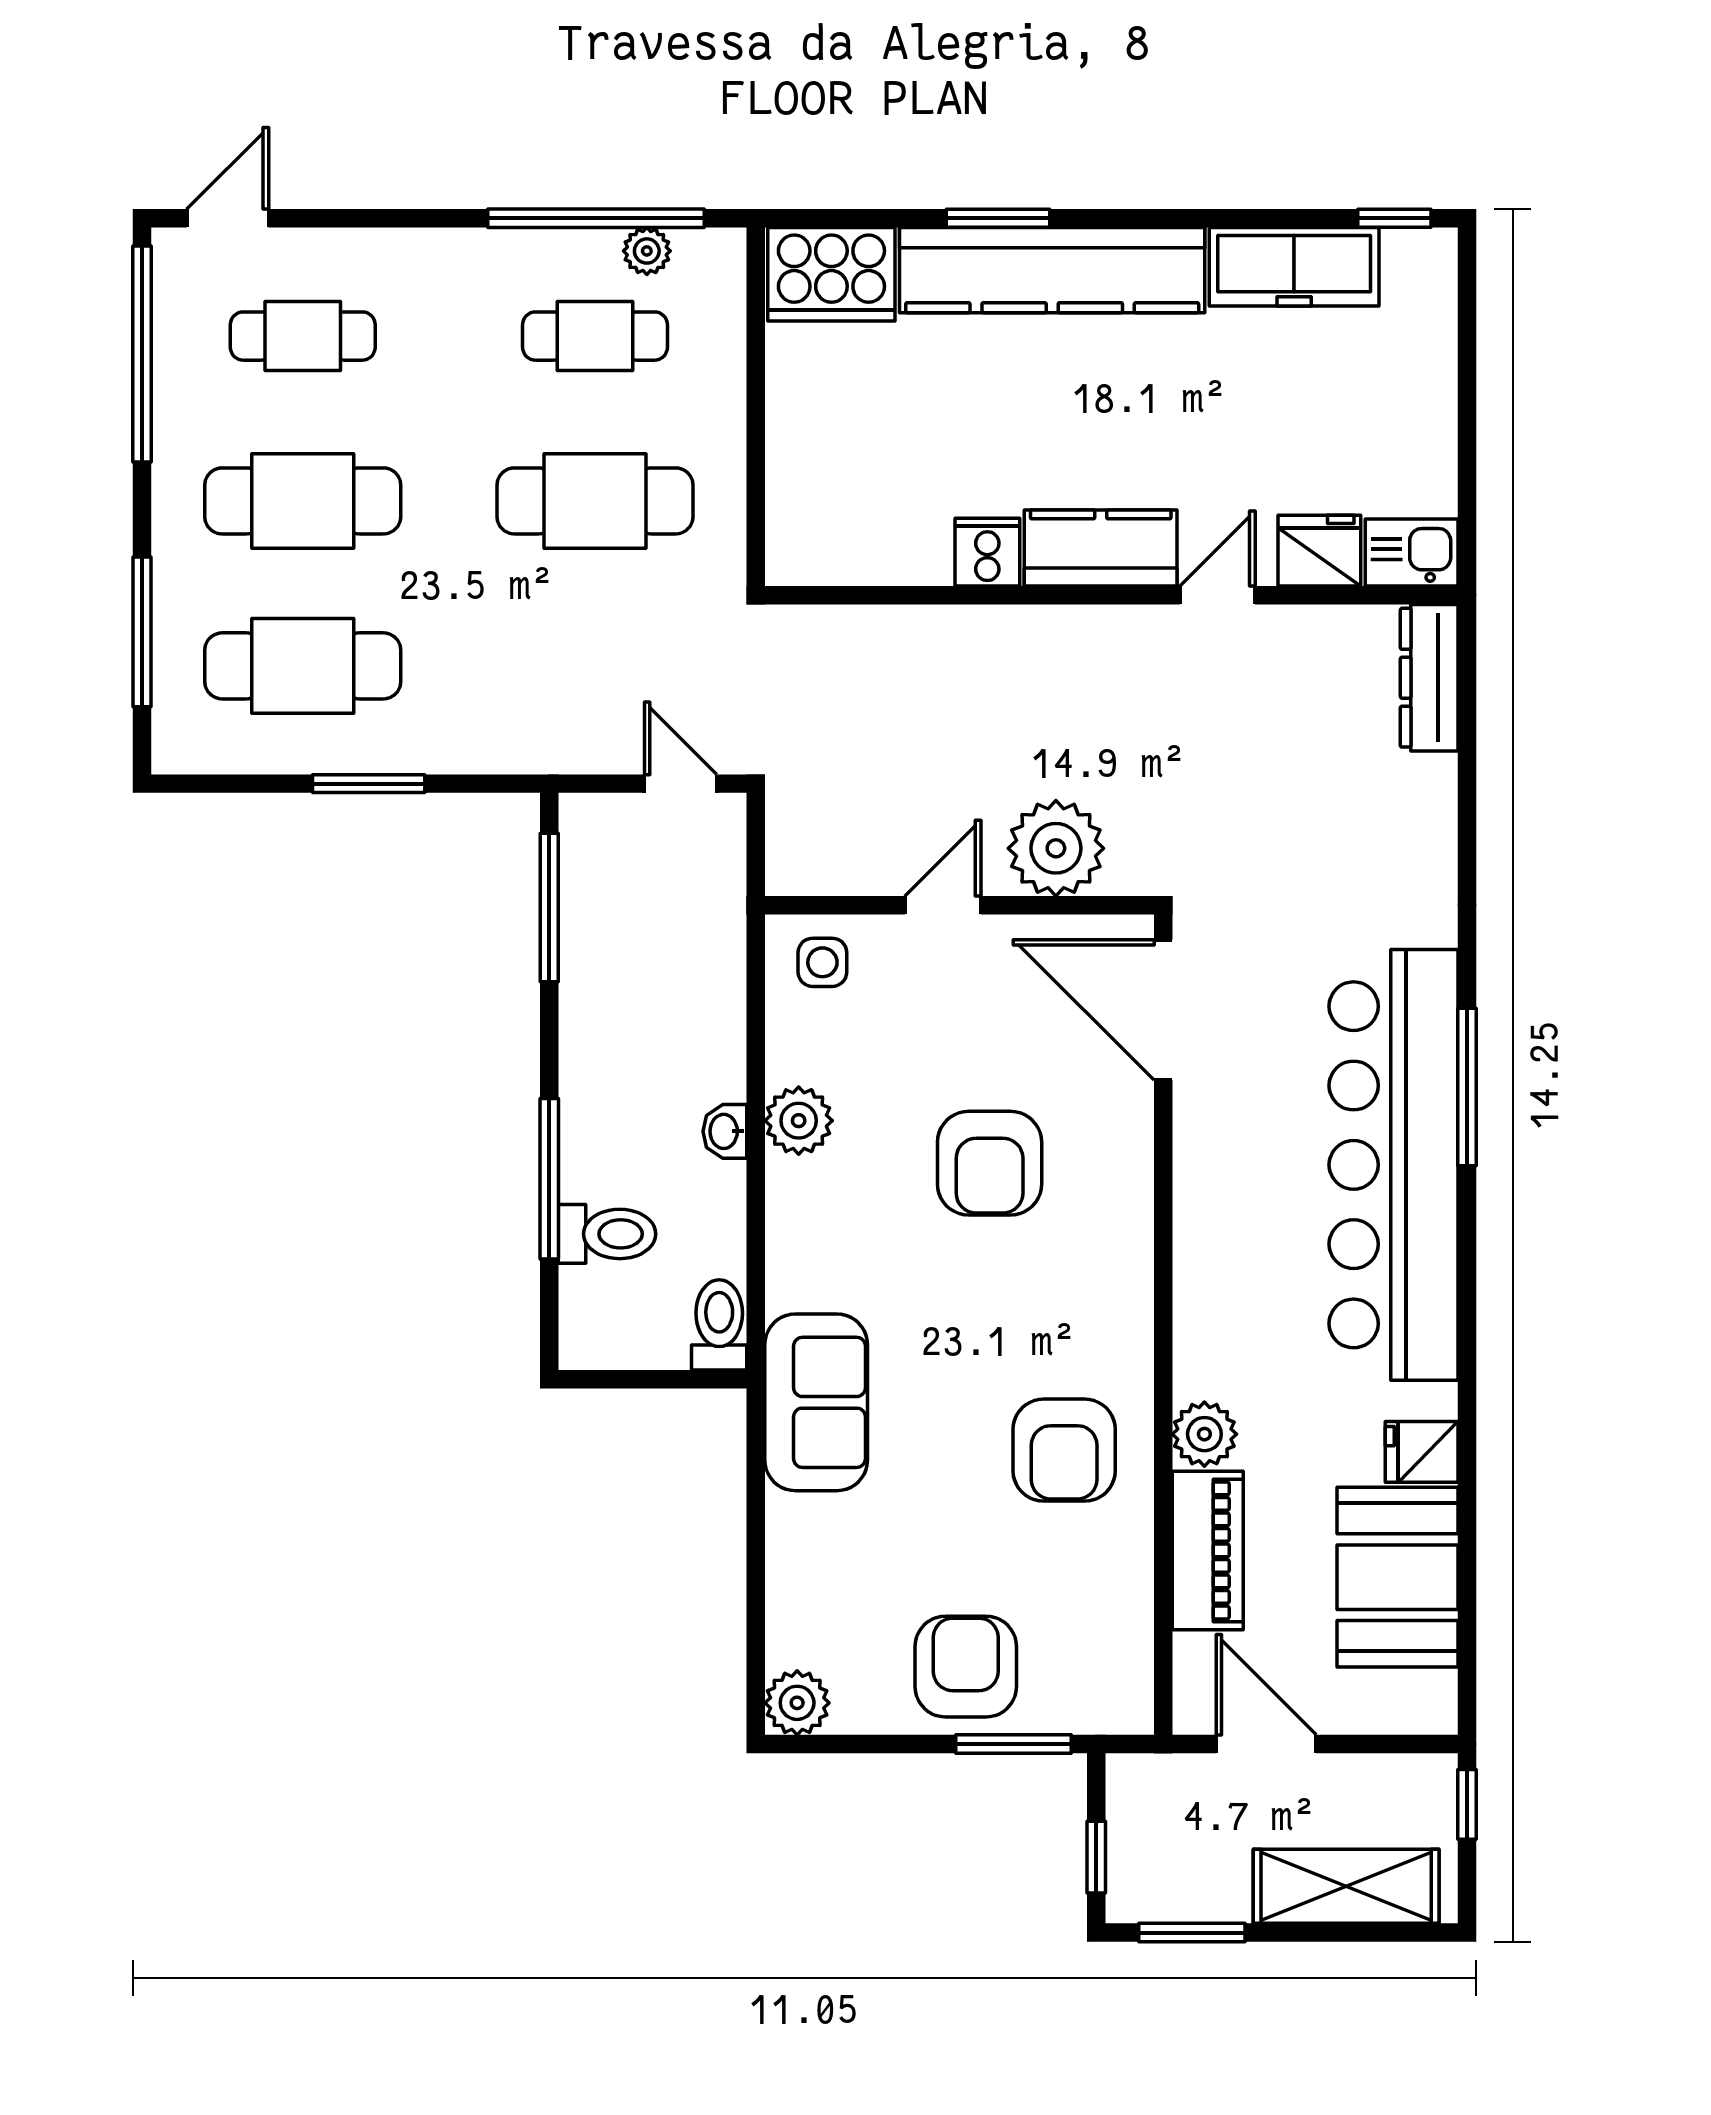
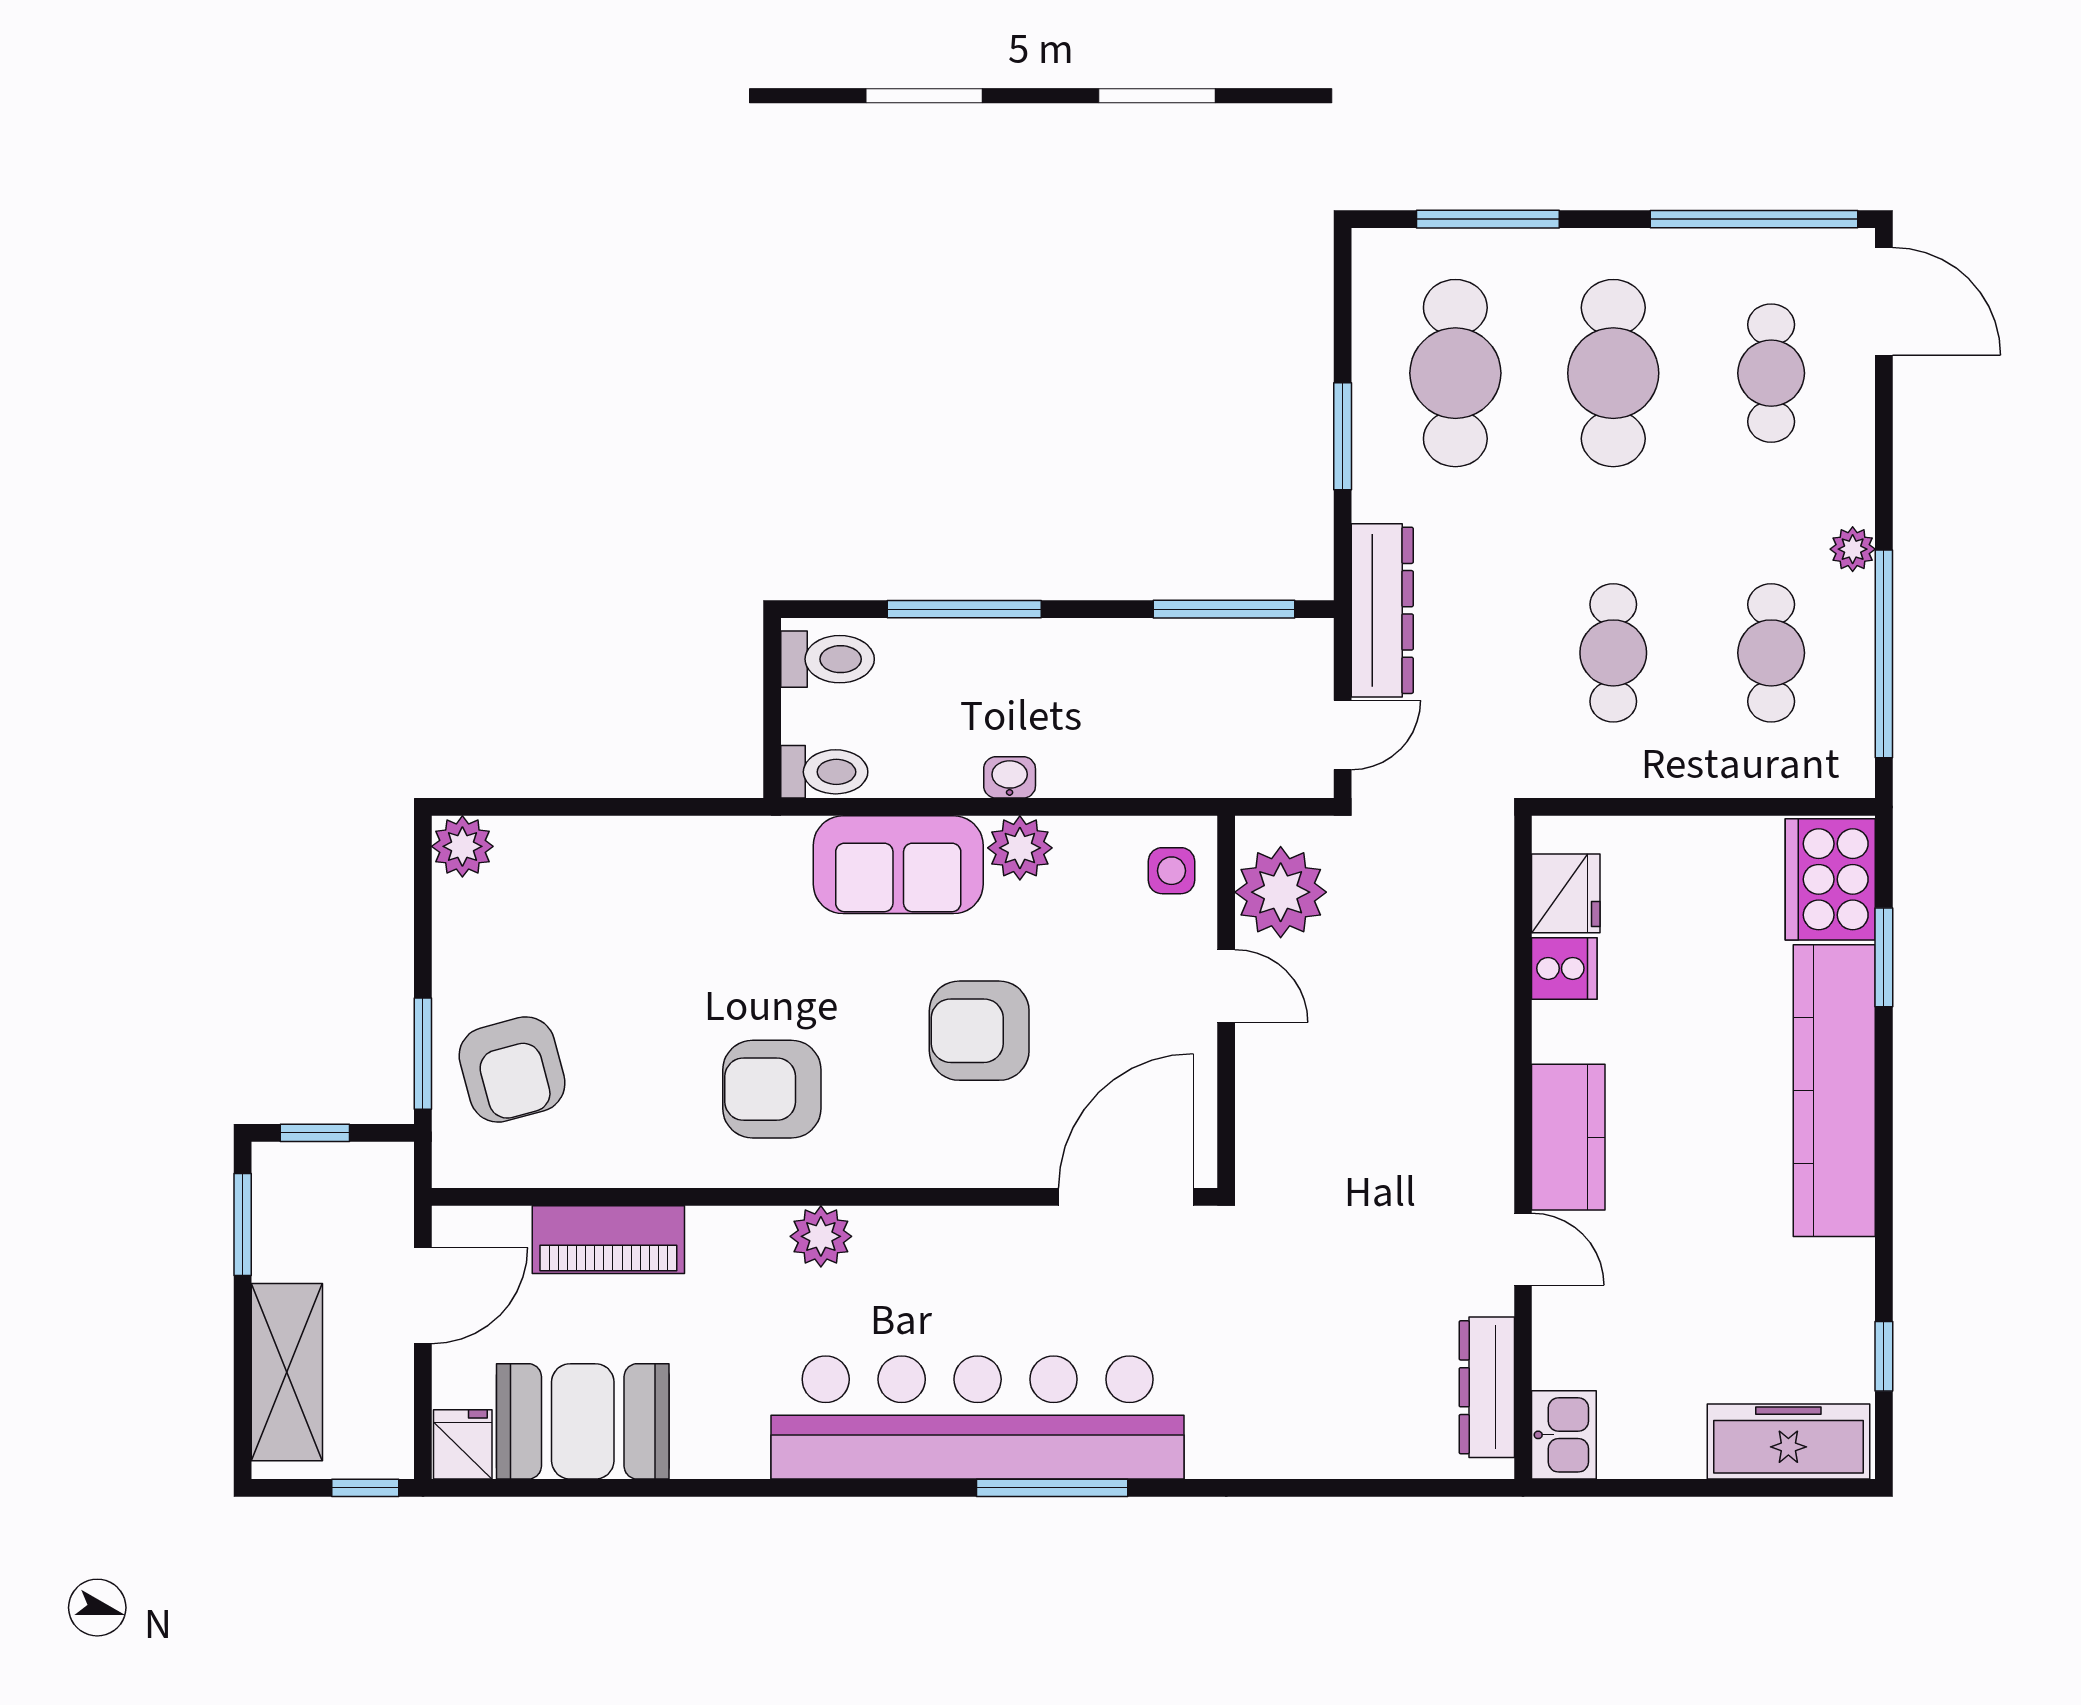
door: (228, 218) -> (1884, 301), width x1.37
window: (998, 218) -> (1884, 957), moved
window: (1394, 218) -> (1884, 1356), moved
plant: (647, 251) -> (1853, 549), moved
freezer: (1294, 267) -> (1788, 1442), moved, turned 90
cafe table: (595, 501) -> (1613, 653), width x0.73, depth x0.74
fridge: (1319, 551) -> (1566, 893), moved
cooker: (987, 552) -> (1564, 968), moved
dresser: (1429, 678) -> (1487, 1387), moved, turned -90
dresser: (551, 742) -> (1382, 610), added
plant: (1056, 848) -> (1281, 892), moved
toilet: (607, 1234) -> (828, 659), moved, turned -90
sofa: (816, 1402) -> (898, 865), moved
plant: (1204, 1434) -> (821, 1236), moved
armchair: (1064, 1450) -> (772, 1089), moved
fridge: (1422, 1452) -> (463, 1444), moved
armchair: (966, 1667) -> (512, 1069), moved, turned 75

